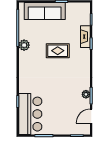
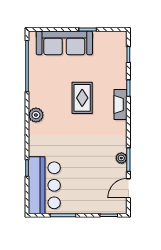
fireplace: (85, 37) -> (120, 105), moved
plant: (24, 45) -> (36, 115), moved
rug: (58, 51) -> (82, 98), turned 90

